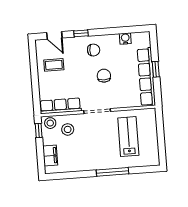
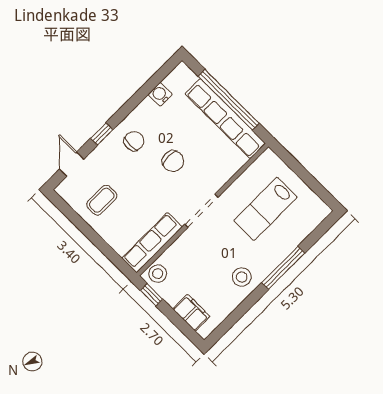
door: (54, 35) -> (72, 164), swing flipped
window: (156, 69) -> (229, 100), width x3.17
chair: (104, 76) -> (173, 161), turned 180
stool: (68, 129) -> (242, 277), moved
lab bench: (128, 137) -> (265, 209), turned -90

